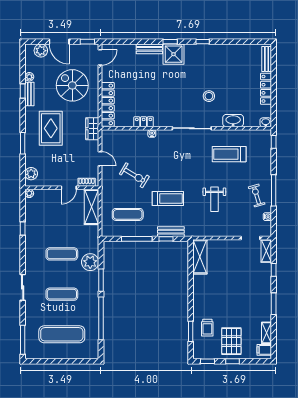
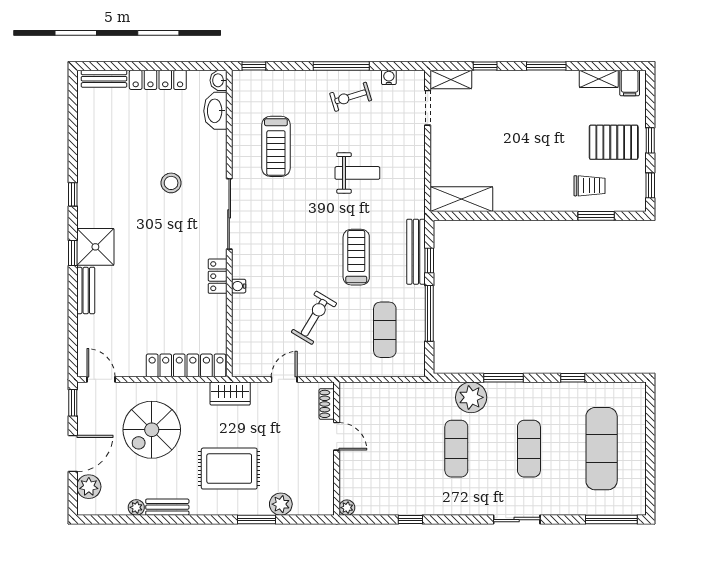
window: (23, 91) -> (162, 520), removed
washbasin: (233, 121) -> (215, 111), moved
locker: (144, 122) -> (218, 276), moved
plant: (31, 174) -> (281, 504), moved
shelving: (92, 207) -> (371, 395), removed
bench: (171, 232) -> (416, 252), width x1.36
window: (101, 318) -> (573, 378), width x0.32

